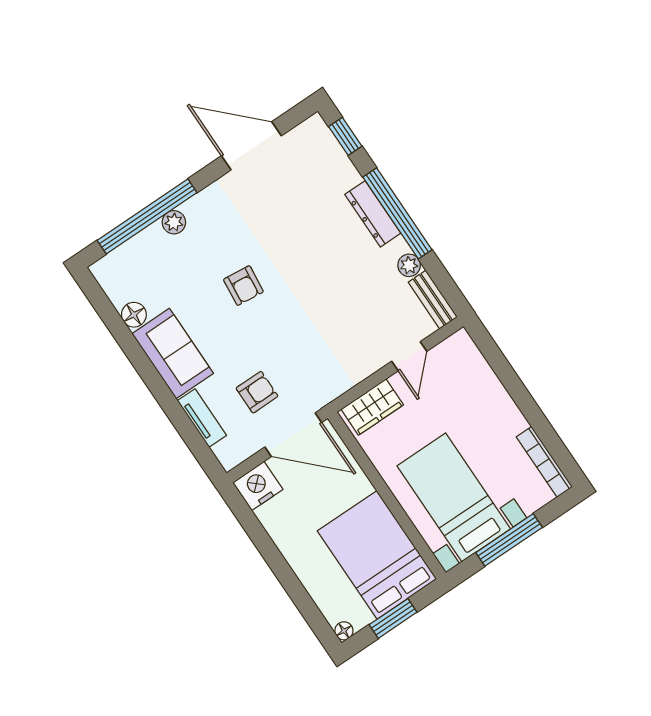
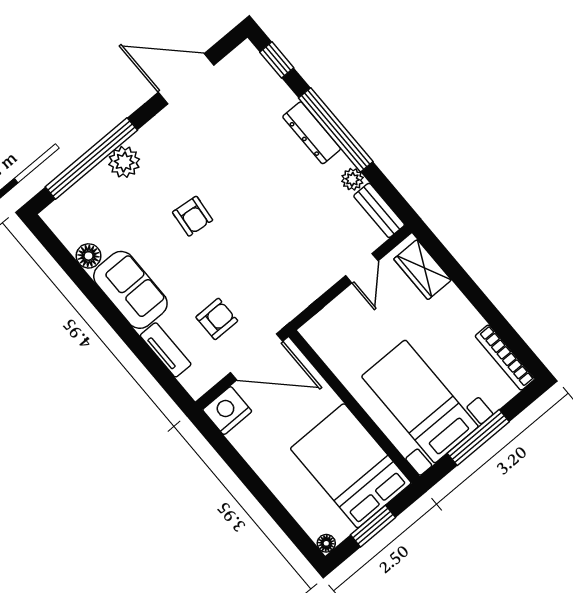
plant: (174, 222) -> (124, 162), width x1.38, depth x1.38
wardrobe: (372, 407) -> (422, 270), moved, turned 90

